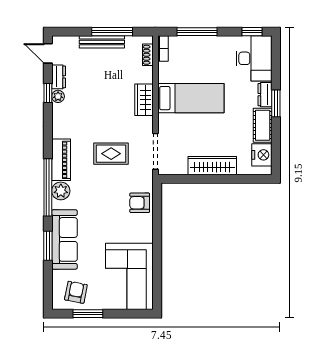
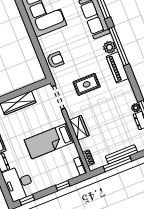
window: (197, 32) -> (63, 186), width x0.46

